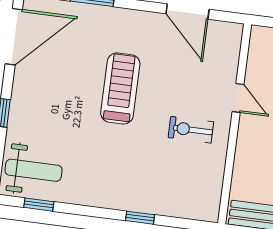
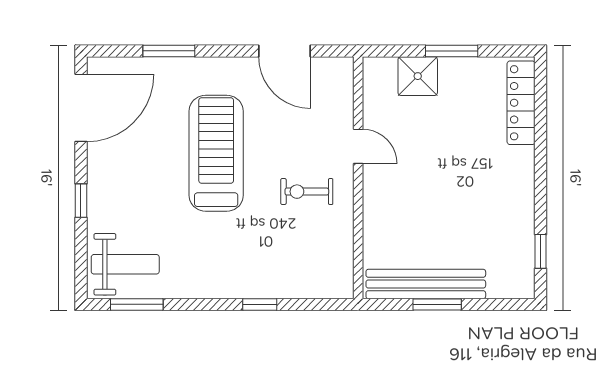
treadmill: (120, 88) -> (216, 153), width x1.37, depth x1.38
window: (39, 205) -> (137, 304), width x1.50

